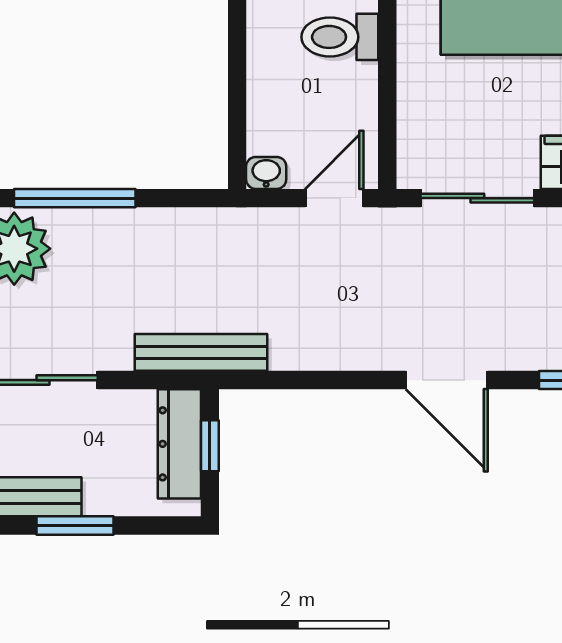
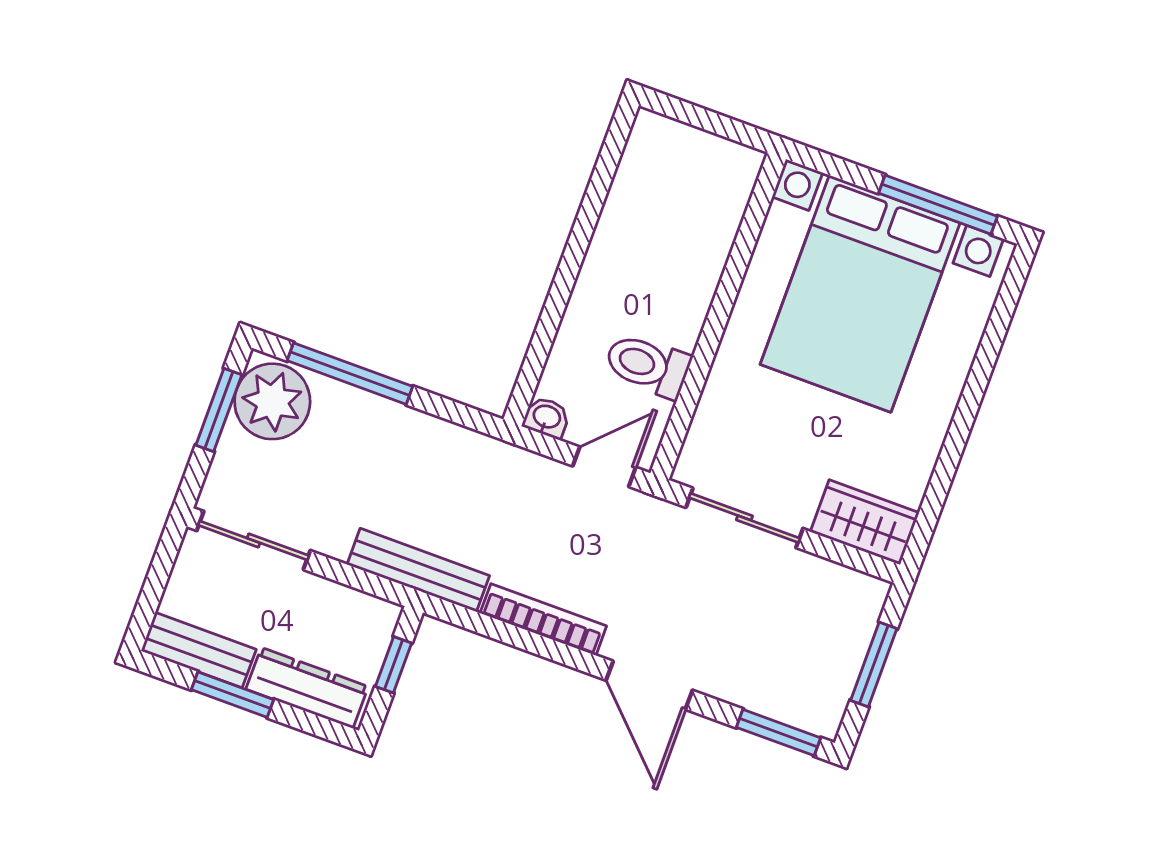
toilet: (340, 37) -> (648, 365), moved
bookcase: (330, 356) -> (543, 620), added
dresser: (179, 444) -> (307, 688), moved, turned 90

